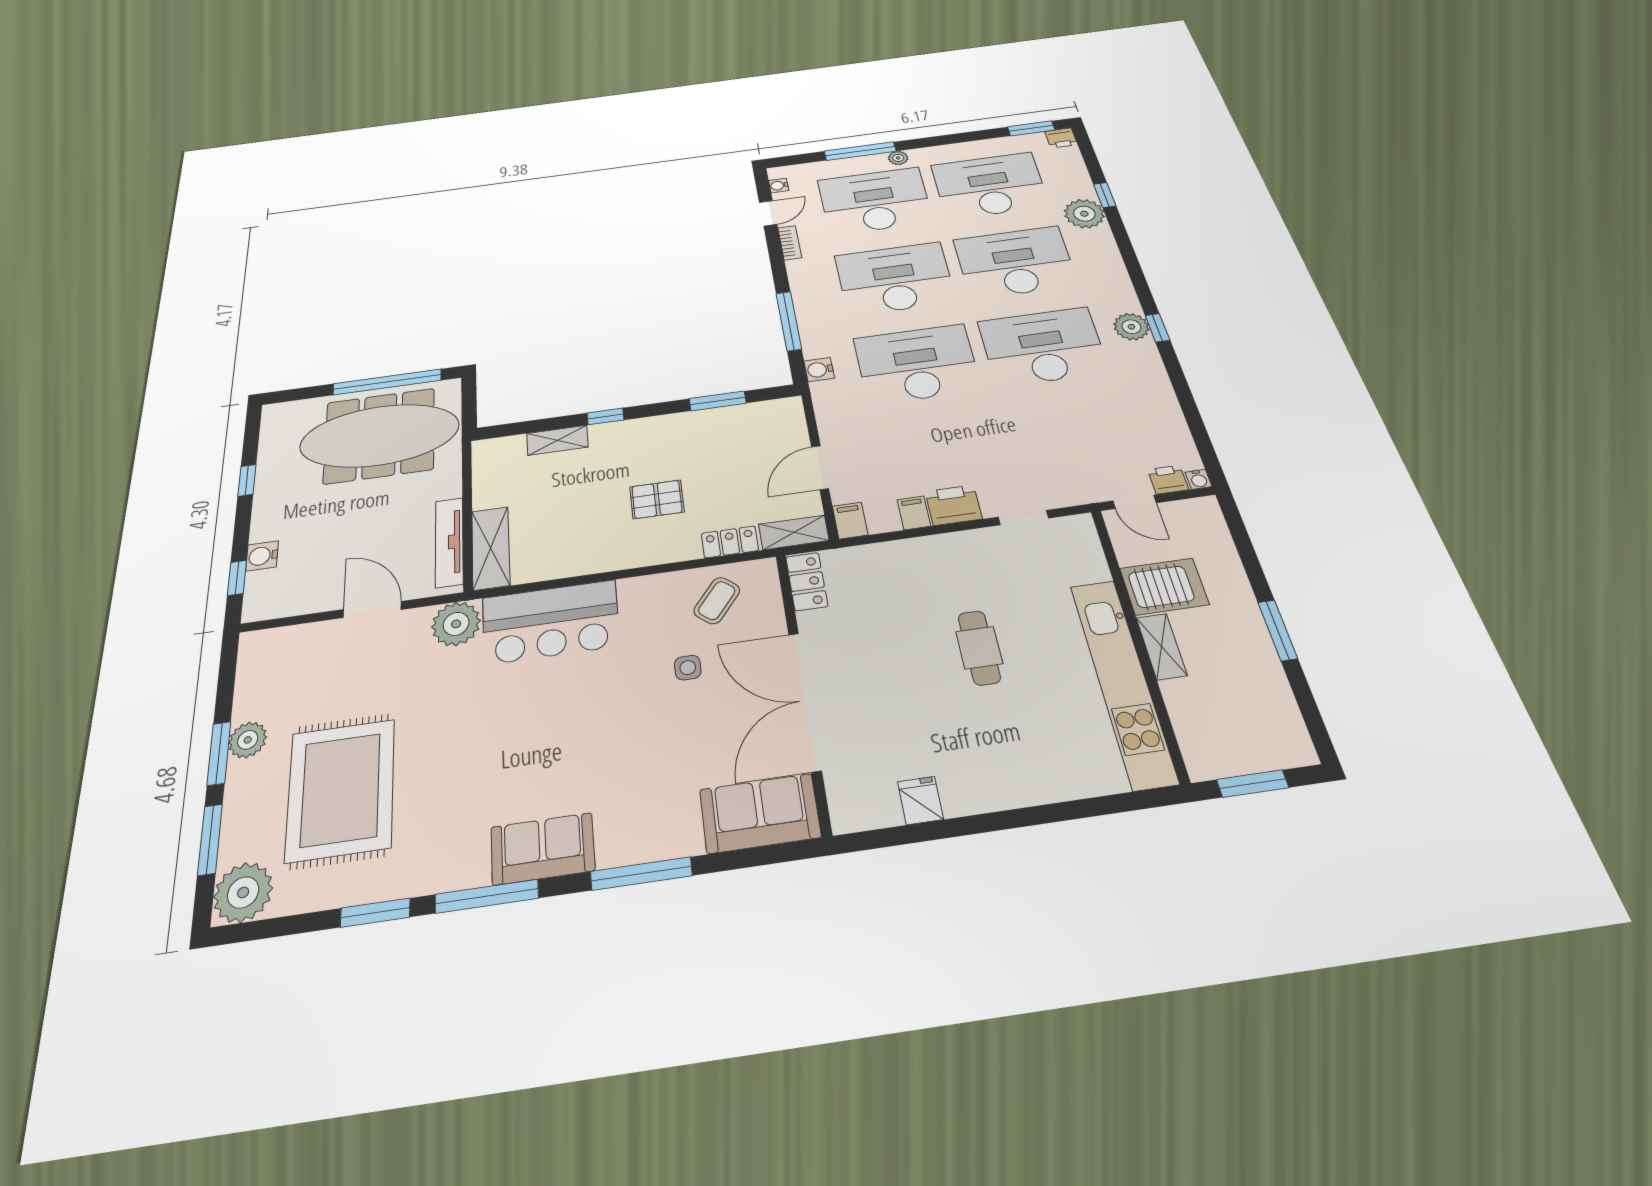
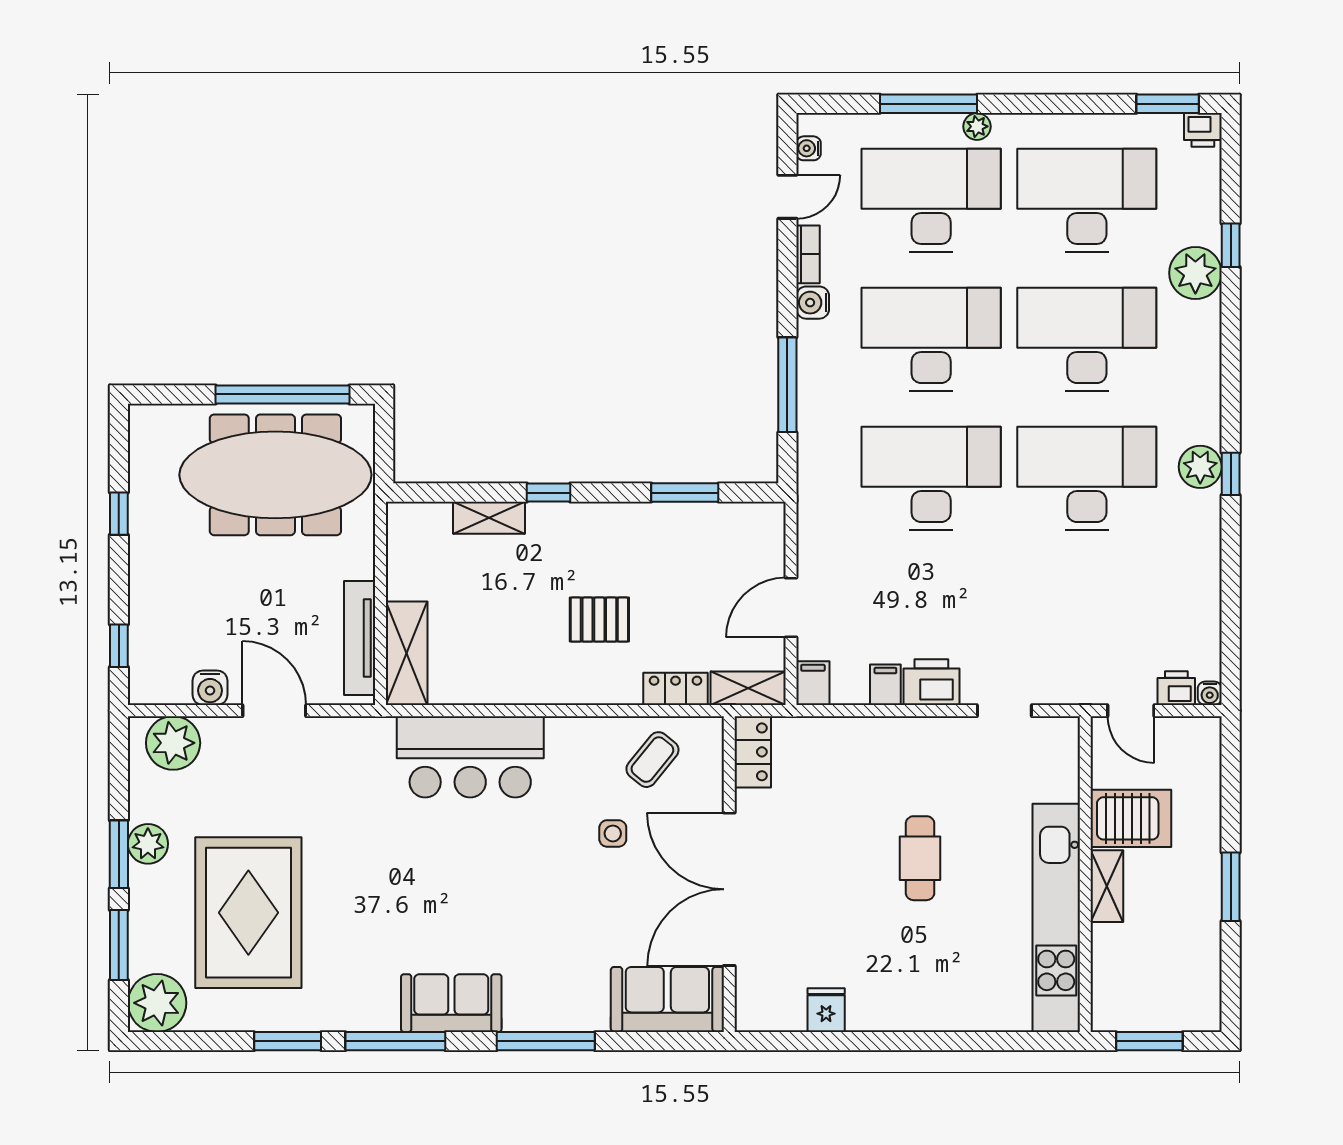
water cooler: (819, 370) -> (813, 303), moved
water cooler: (262, 556) -> (210, 688), moved, turned -90
plant: (456, 624) -> (173, 743), moved

